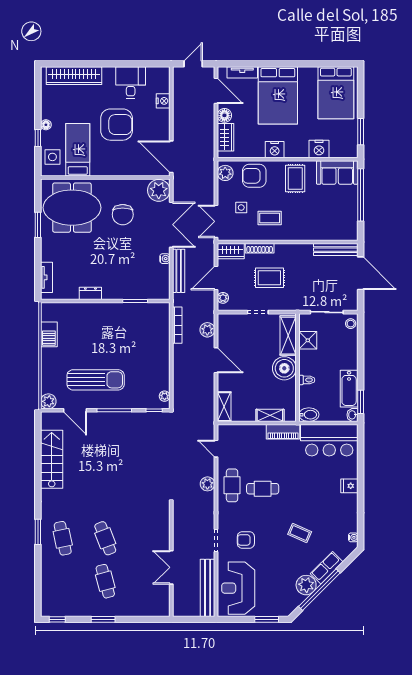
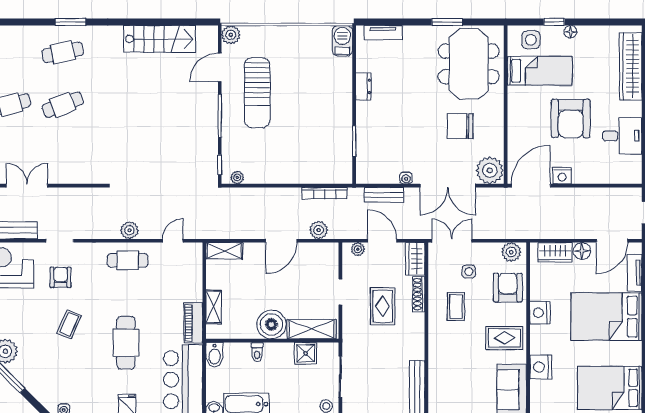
nightstand: (163, 101) -> (562, 176), moved
bench: (179, 271) -> (384, 195), width x0.73
barbecue: (49, 334) -> (342, 41), moved, turned 90
cafe table: (263, 489) -> (126, 343), moved, width x1.37, depth x1.35
coffee table: (300, 533) -> (69, 324), moved
row of seats: (327, 568) -> (26, 377), removed

